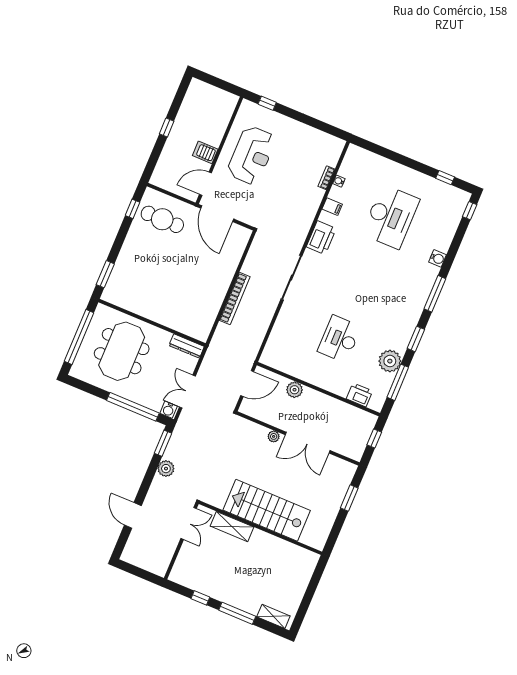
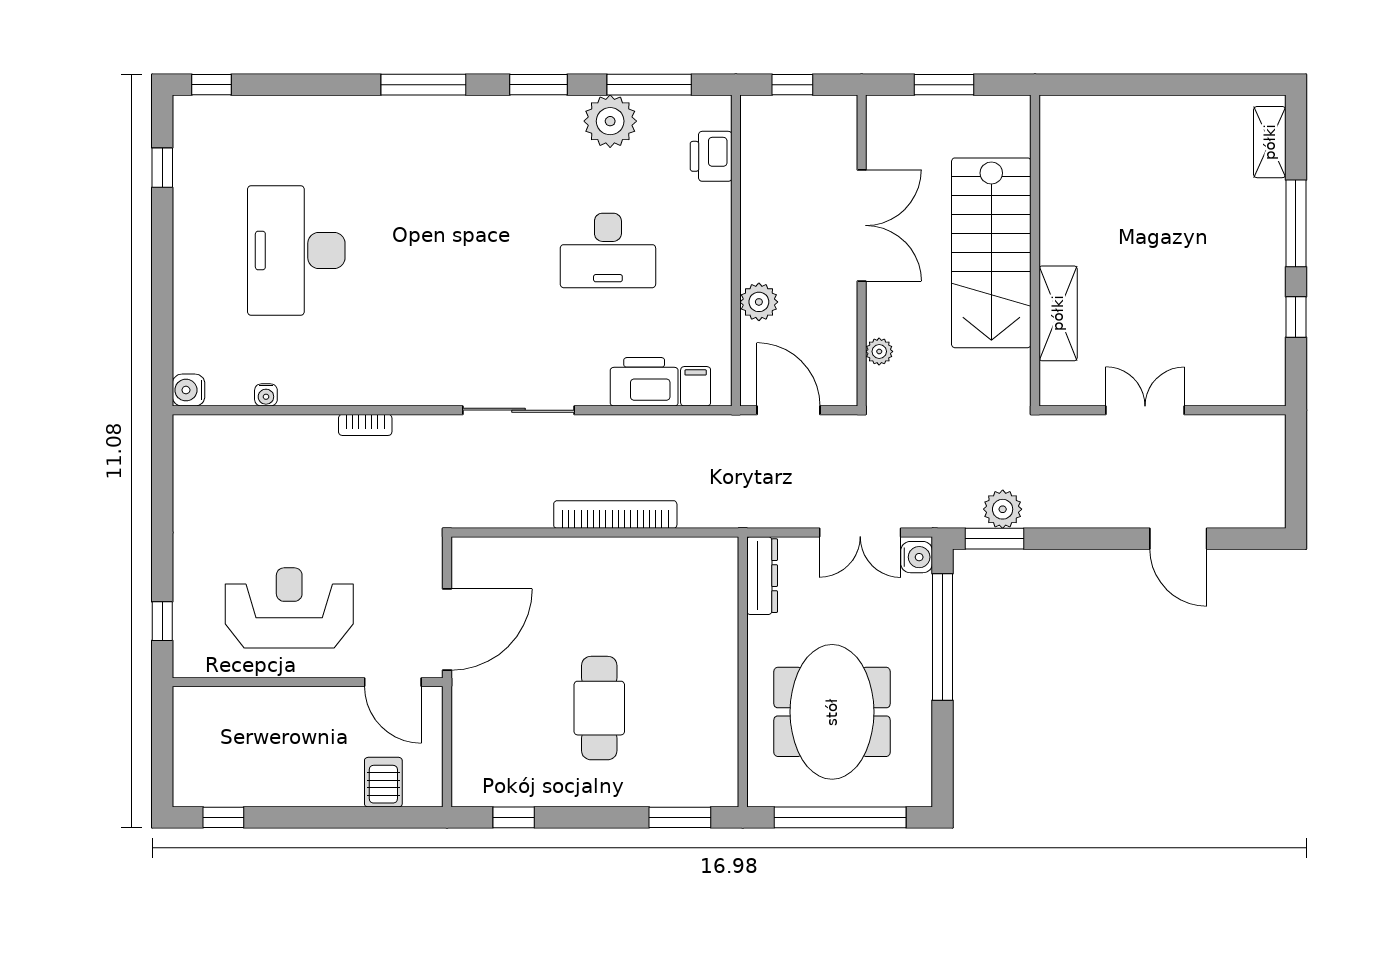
window: (167, 127) -> (223, 817), moved
server rack: (205, 152) -> (383, 782), moved, turned 180
bookcase: (326, 178) -> (365, 425), moved
filing cabinet: (332, 207) -> (696, 386), moved
desk: (391, 217) -> (296, 250), turned -90
cafe table: (162, 219) -> (599, 708), moved
printer: (321, 238) -> (644, 382), moved
water cooler: (437, 258) -> (189, 390), moved, turned -90
meeting table: (122, 351) -> (832, 712), turned 90
plant: (274, 436) -> (879, 351), moved
plant: (166, 469) -> (1003, 509), moved
stairs: (267, 510) -> (991, 253), moved
door: (133, 515) -> (1178, 539), hinge flipped
shelving: (232, 527) -> (1058, 313), moved
wall: (260, 528) -> (1035, 250), moved

